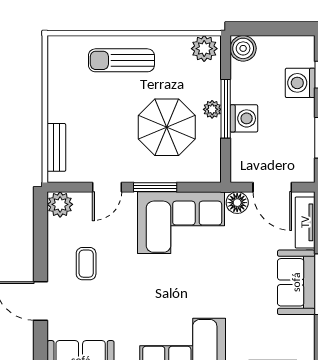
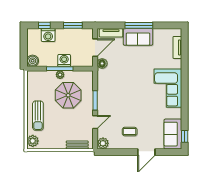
plant: (204, 49) -> (33, 141), moved
door: (107, 187) -> (95, 122), hinge flipped
corner sofa: (181, 223) -> (111, 89), removed

